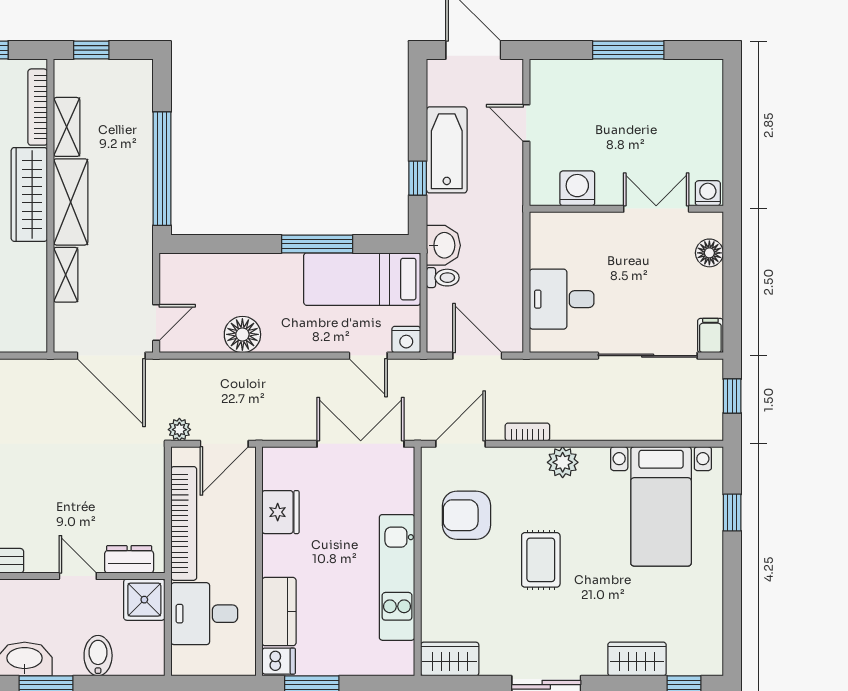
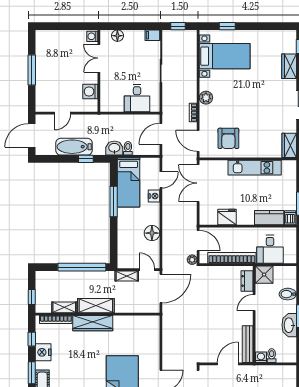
shelving: (66, 275) -> (127, 276), moved
nightstand: (406, 339) -> (154, 196), moved
rug: (541, 560) -> (247, 107), removed

